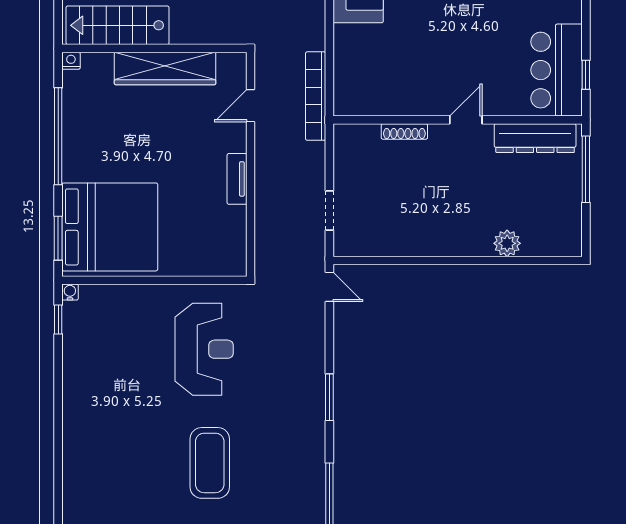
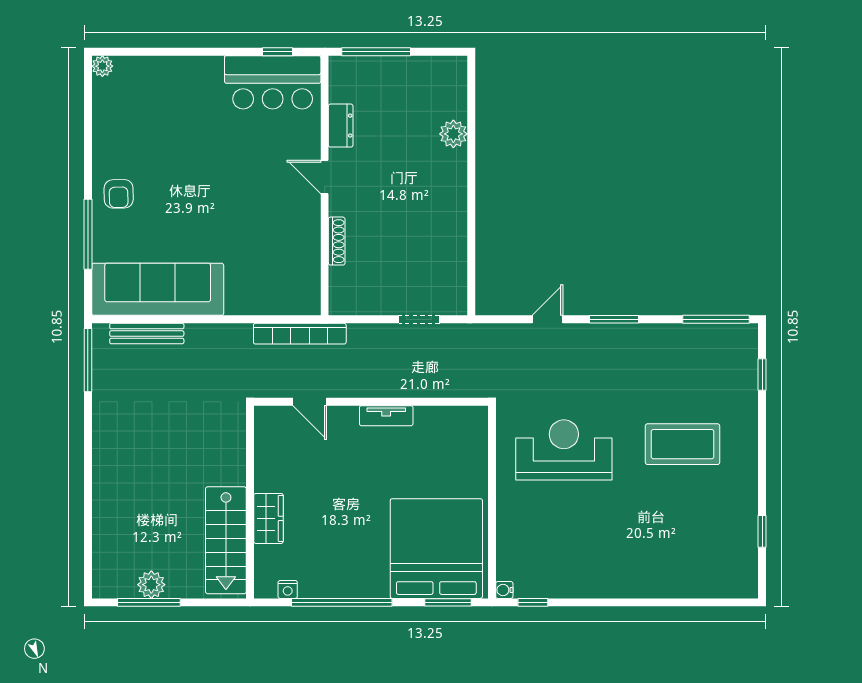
nightstand: (71, 61) -> (288, 589), moved, turned -90
wardrobe: (165, 68) -> (268, 518), width x0.48, depth x0.85
dresser: (535, 138) -> (341, 126), width x0.51, depth x0.80
door: (329, 287) -> (547, 319), moved

